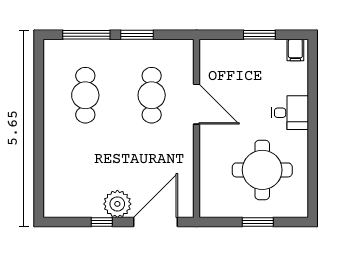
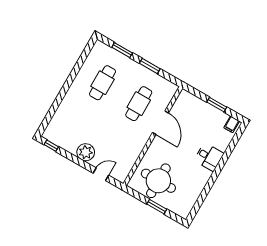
window: (86, 35) -> (122, 50), width x0.69
round table: (262, 170) -> (158, 181), moved
window: (102, 222) -> (51, 146), moved
door: (156, 222) -> (101, 174), width x0.53

